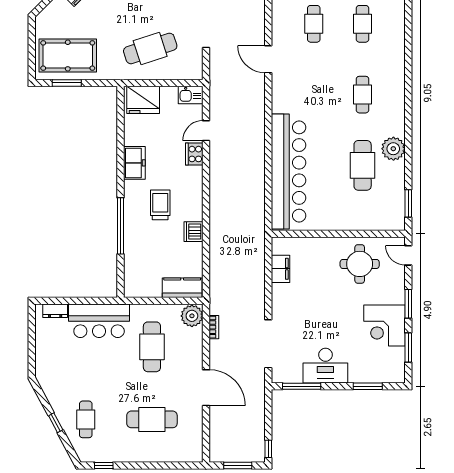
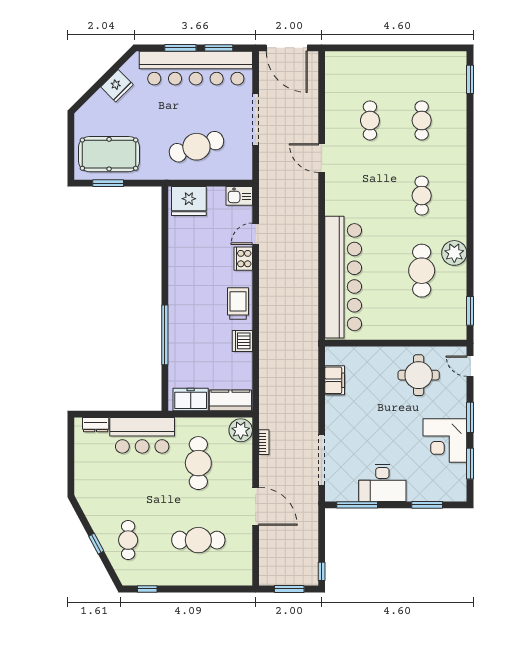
freezer: (134, 163) -> (191, 399), moved, turned -90
trolley: (160, 205) -> (238, 304), moved

